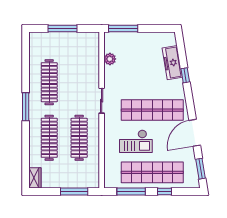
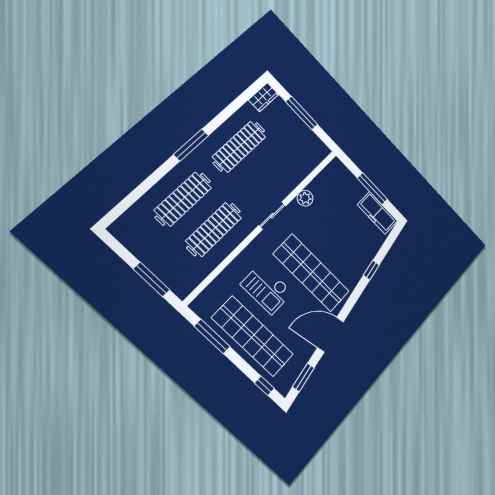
window: (123, 29) -> (372, 189), moved
plant: (110, 59) -> (305, 198), moved
freezer: (172, 63) -> (377, 213), moved, turned -81
wardrobe: (35, 178) -> (264, 97), moved
window: (164, 192) -> (264, 386), moved

